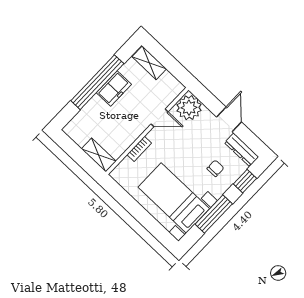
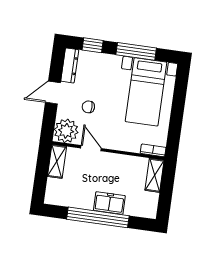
shelving: (149, 63) -> (57, 161), moved
freezer: (114, 89) -> (109, 203), moved
bookcase: (139, 149) -> (153, 150), moved
chair: (215, 168) -> (88, 107), moved

